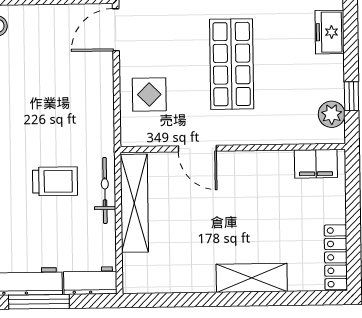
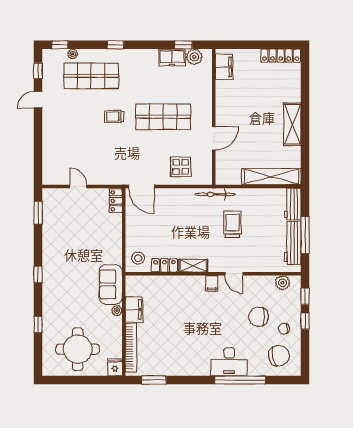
freezer: (330, 32) -> (172, 57), moved
bicycle: (105, 190) -> (215, 194), moved
shelving: (134, 203) -> (271, 177), moved
shelving: (252, 278) -> (292, 124), moved

